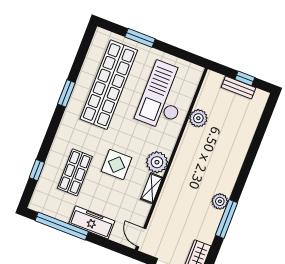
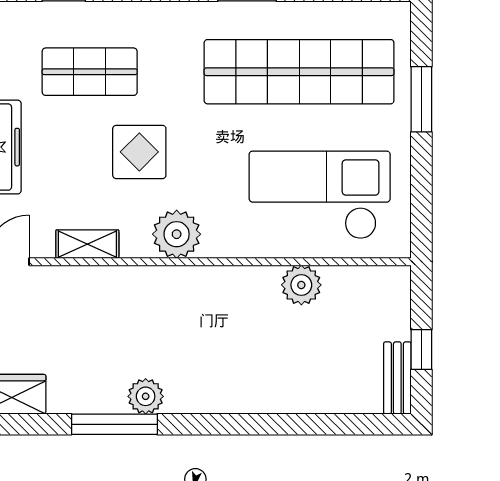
bench: (238, 87) -> (397, 378), moved
shelving: (152, 188) -> (87, 244), moved

